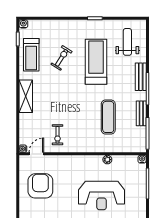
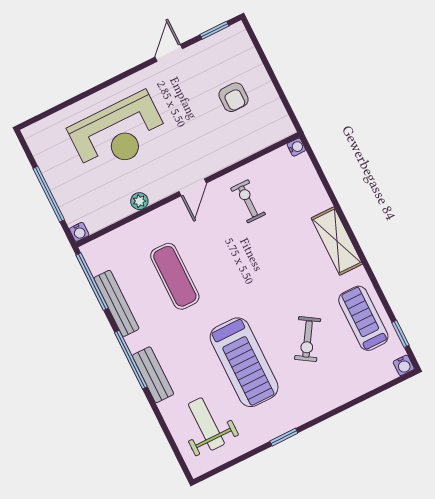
weight bench: (127, 42) -> (206, 424), turned 180
bench: (141, 113) -> (116, 303), width x1.36
door: (36, 154) -> (193, 187), moved
armchair: (40, 186) -> (233, 97), width x0.53, depth x0.53
reception desk: (102, 196) -> (118, 133), turned 180

